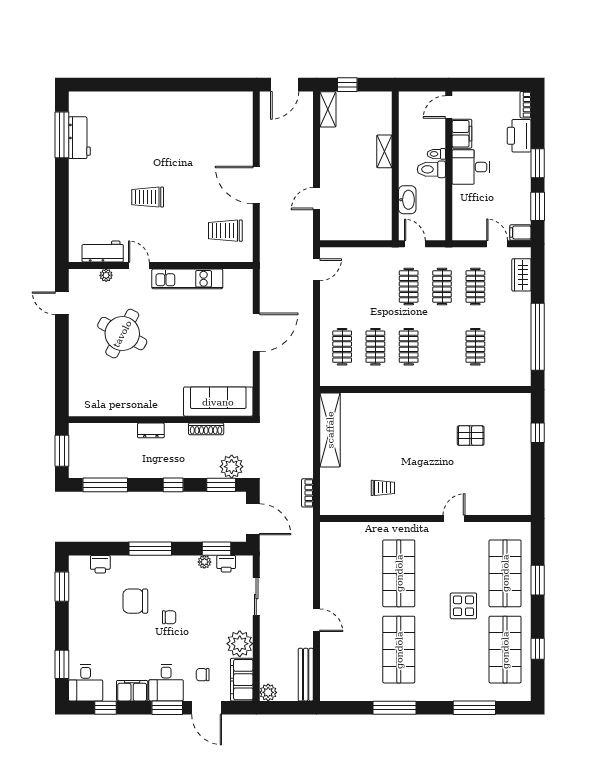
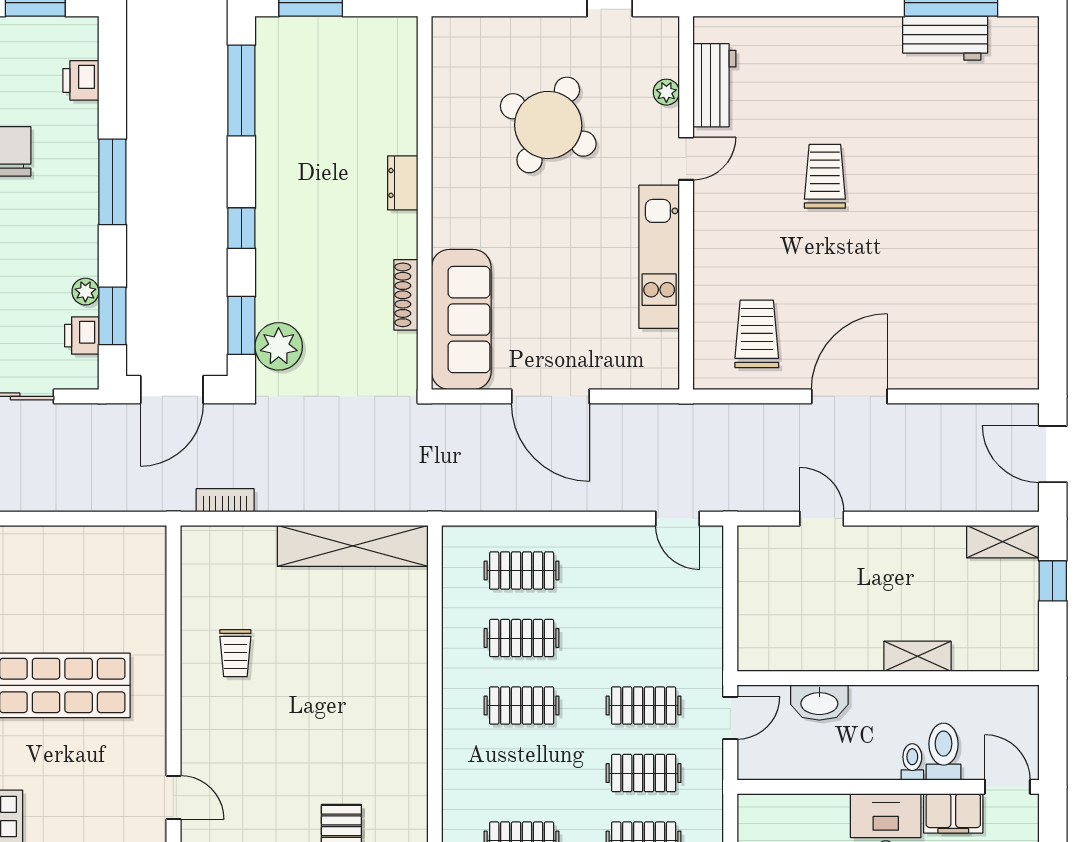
toilet: (431, 169) -> (944, 752), moved
sofa: (218, 402) -> (461, 320), moved
wall: (161, 420) -> (425, 203), moved
shoe rack: (206, 429) -> (406, 295), moved
dresser: (151, 430) -> (403, 183), moved

